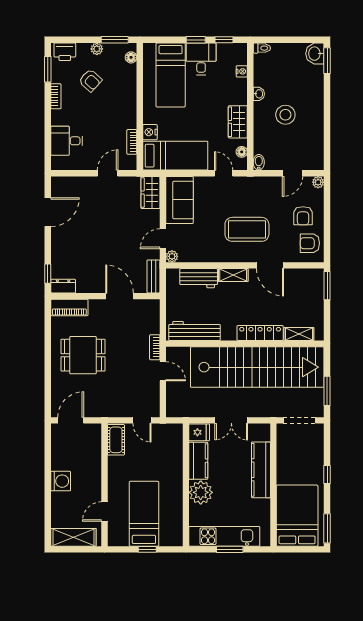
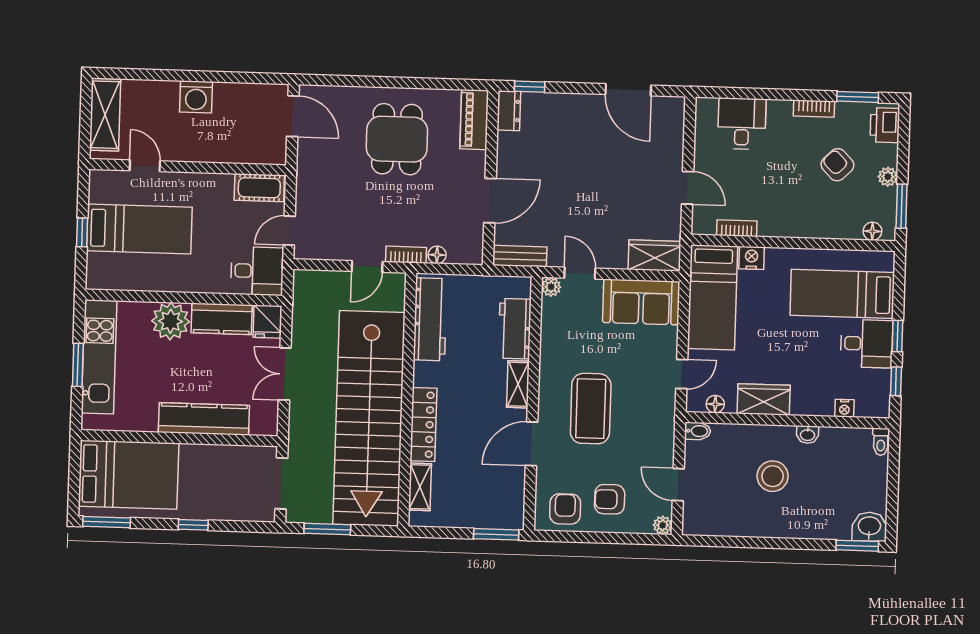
armchair: (90, 80) -> (837, 165), turned 94
floor lamp: (154, 328) -> (437, 255), added
desk: (168, 440) -> (257, 271), added

